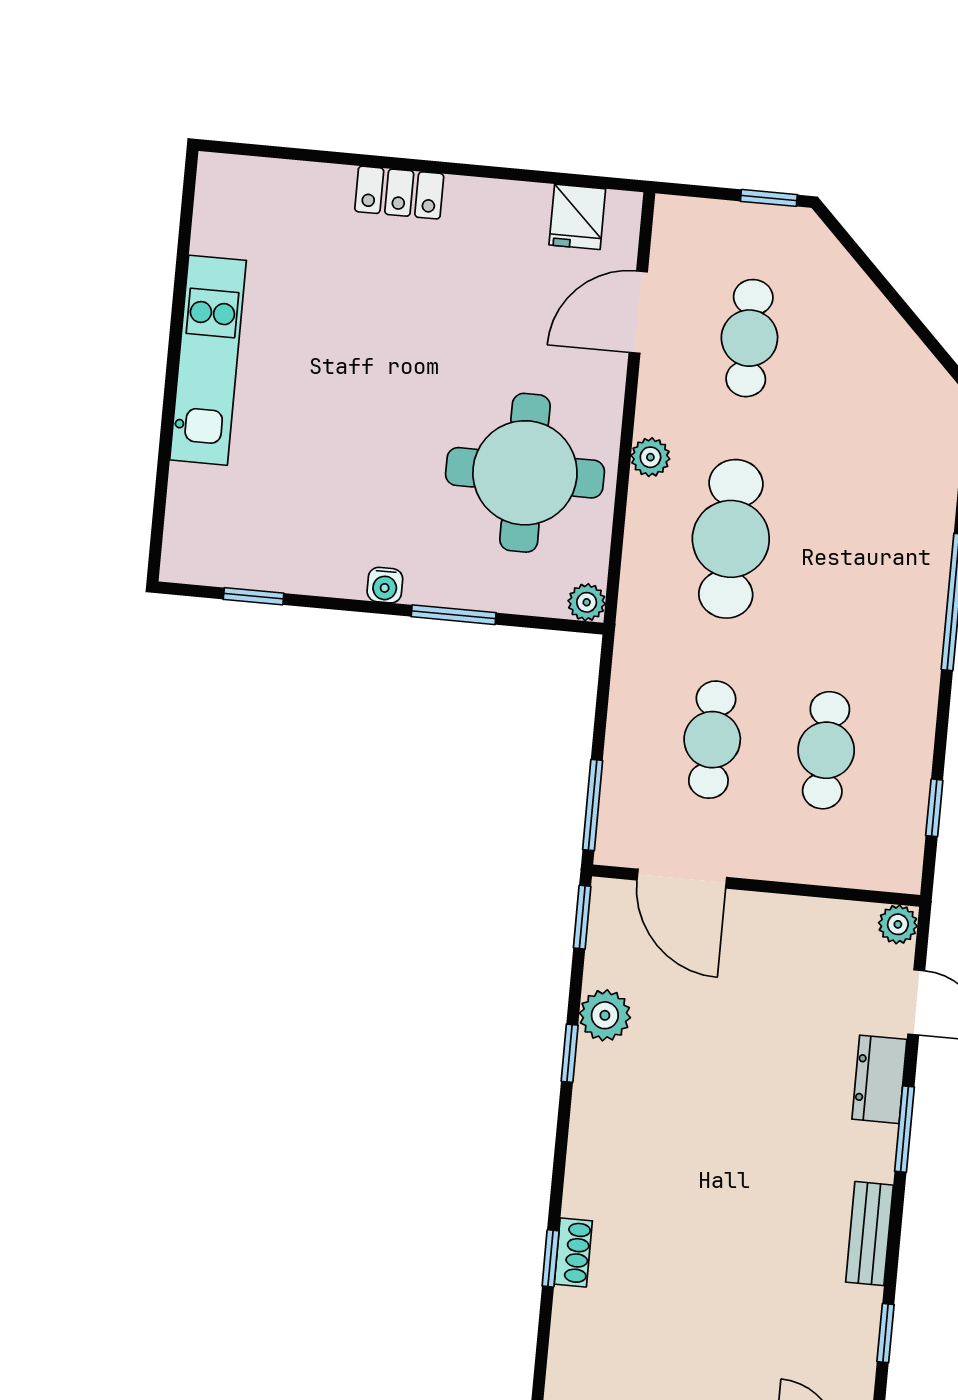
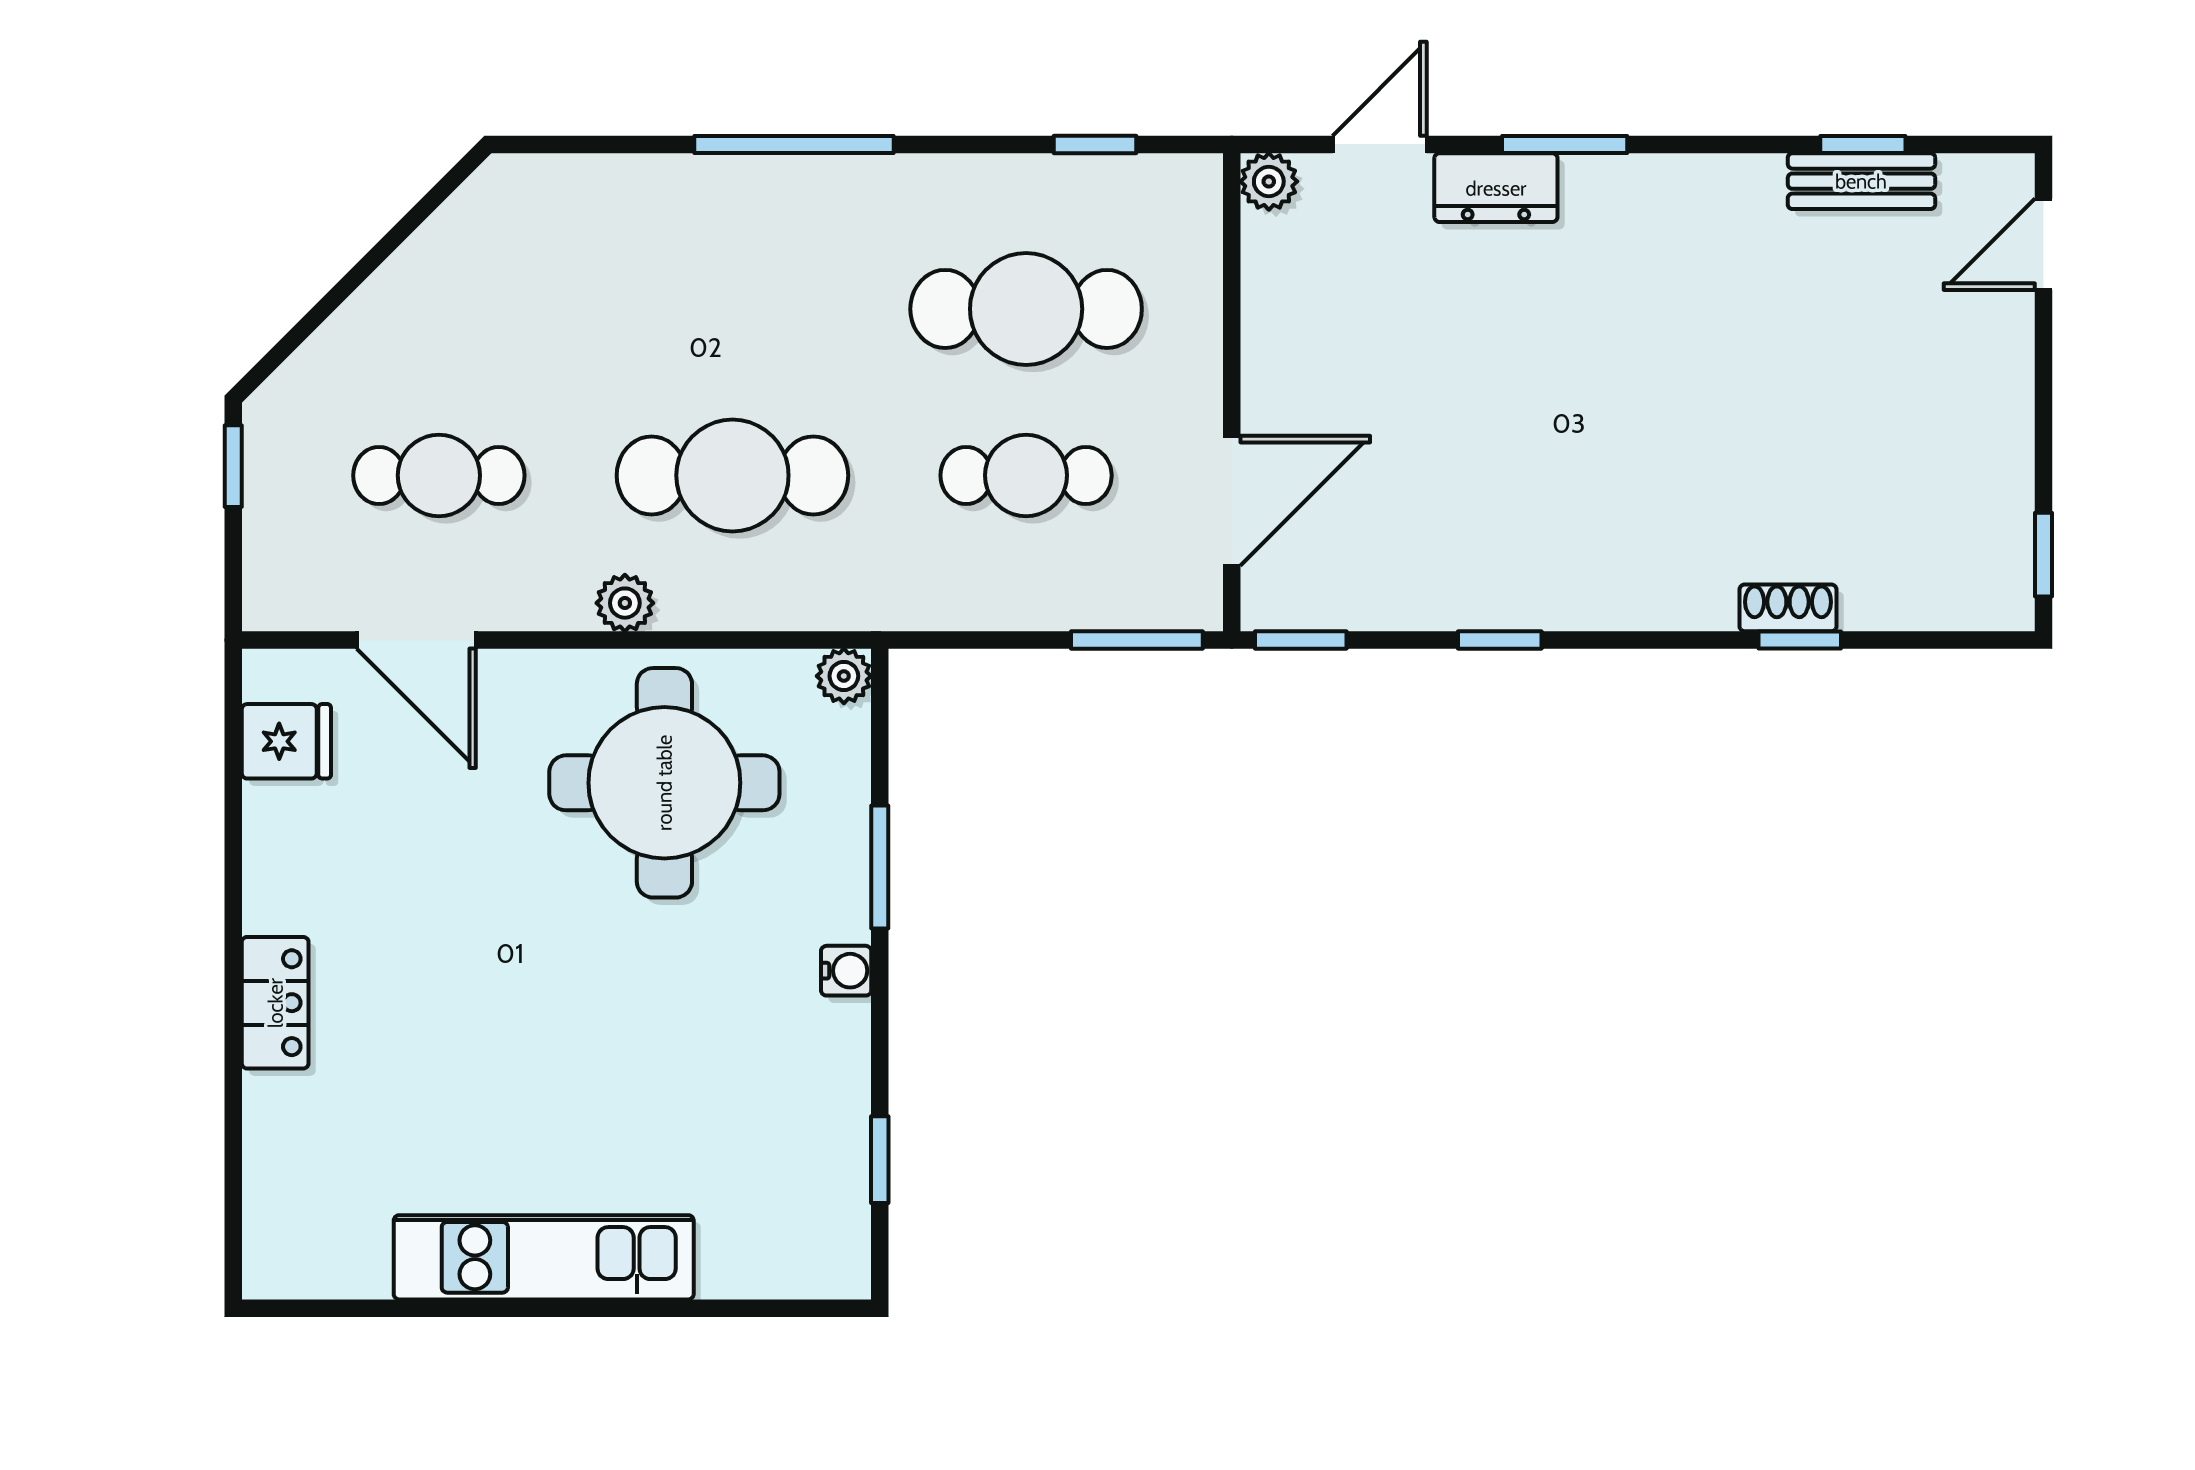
cafe table: (826, 750) -> (1026, 309), width x1.37, depth x1.35
plant: (605, 1015) -> (1440, 594), removed
bench: (869, 1234) -> (1861, 181), moved

